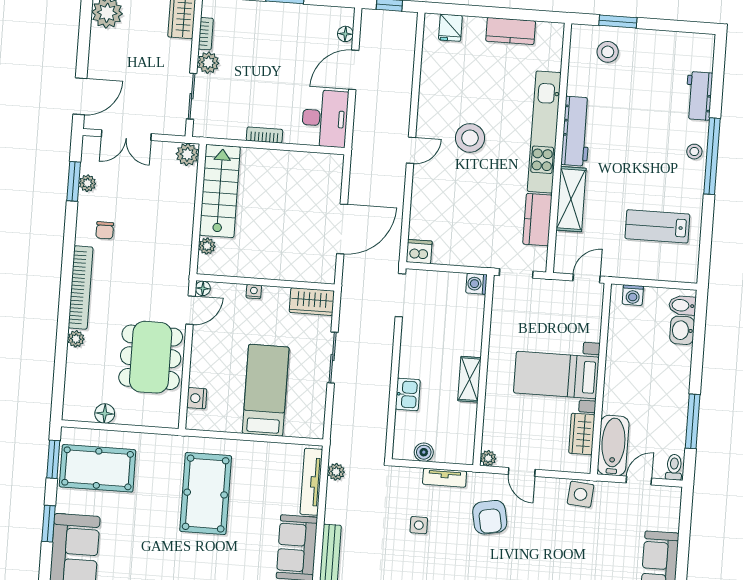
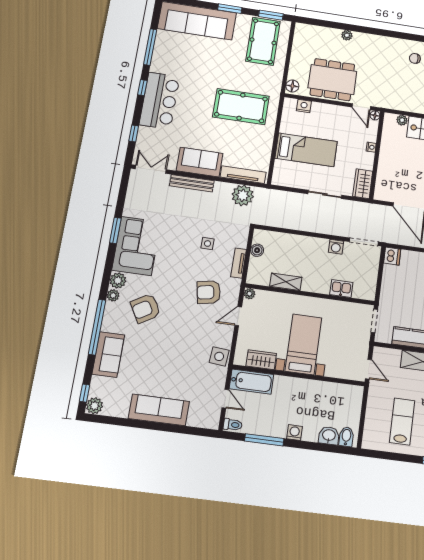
washing machine: (476, 284) -> (336, 247), moved, turned 180
bookcase: (81, 287) -> (379, 41), removed
washing machine: (633, 295) -> (295, 433), moved, turned 90
shelving: (469, 379) -> (286, 282), moved
kitchen sink: (408, 394) -> (341, 289), moved, turned 180
floor lamp: (105, 414) -> (292, 86), moved
plant: (336, 472) -> (243, 195), width x1.88, depth x1.88

